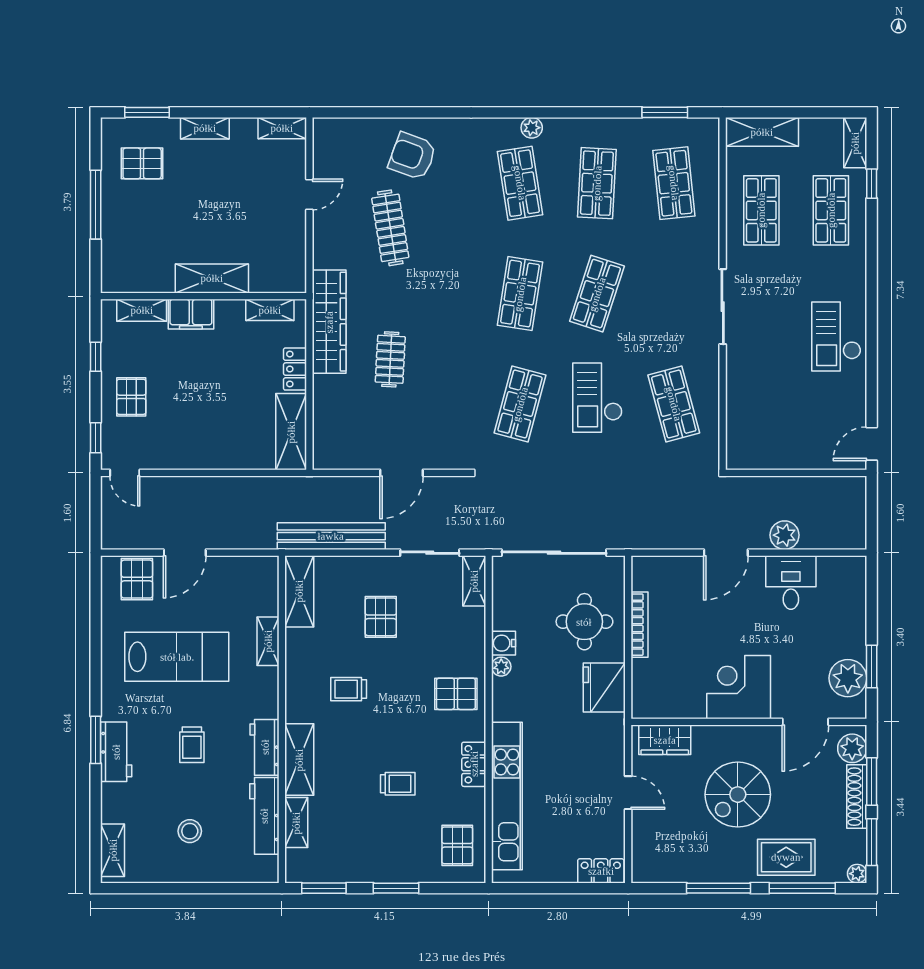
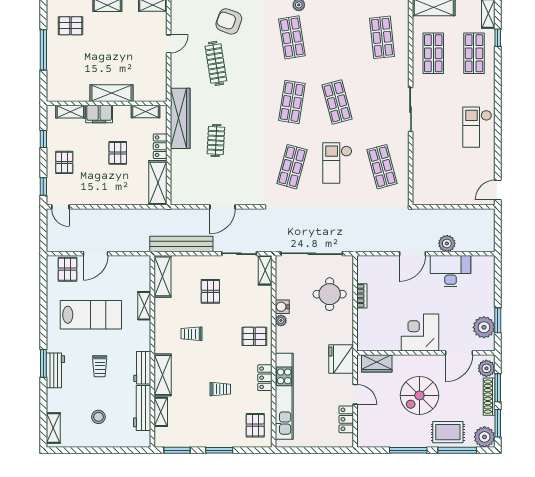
shop shelf: (597, 183) -> (337, 37), removed
shop shelf: (597, 294) -> (337, 102), turned -33
pallet: (223, 381) -> (118, 153), added
desk: (791, 582) -> (451, 271), width x1.37
bookcase: (639, 625) -> (362, 296), width x0.64
fridge: (604, 688) -> (341, 359), moved
locker: (601, 871) -> (346, 419), moved, turned -90
plant: (857, 874) -> (484, 437), width x1.88, depth x1.88

